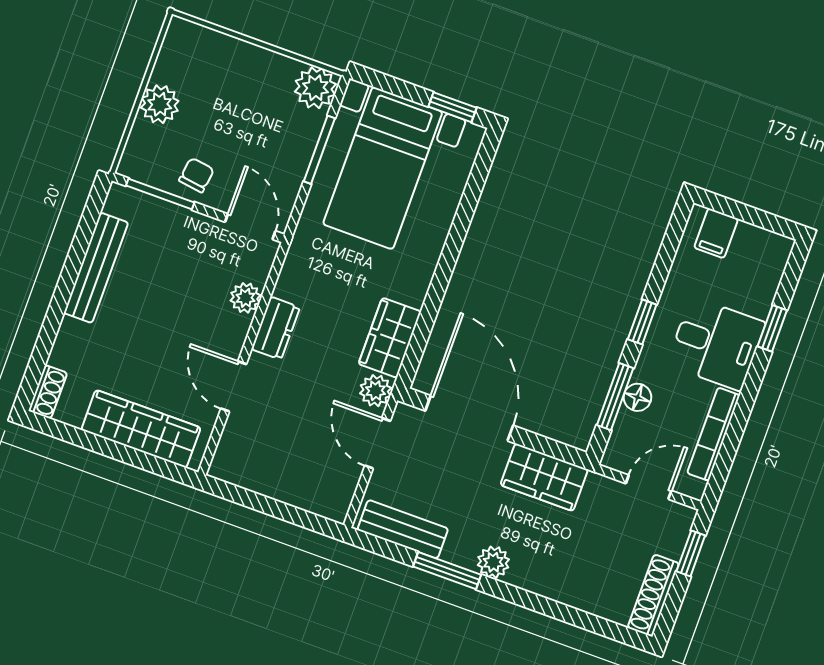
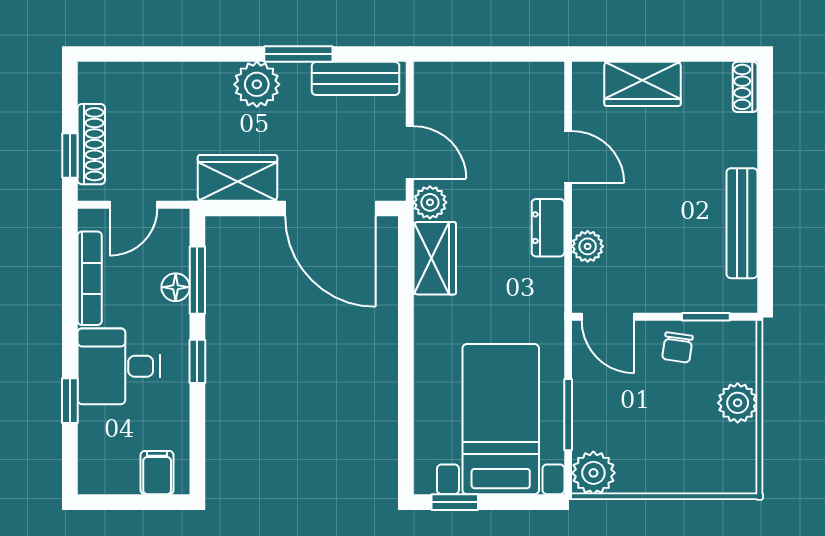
window: (160, 194) -> (706, 317), width x0.67
wardrobe: (141, 429) -> (643, 84), width x0.67
plant: (493, 562) -> (257, 84), width x1.38, depth x1.38
shoe rack: (653, 595) -> (91, 144), moved

